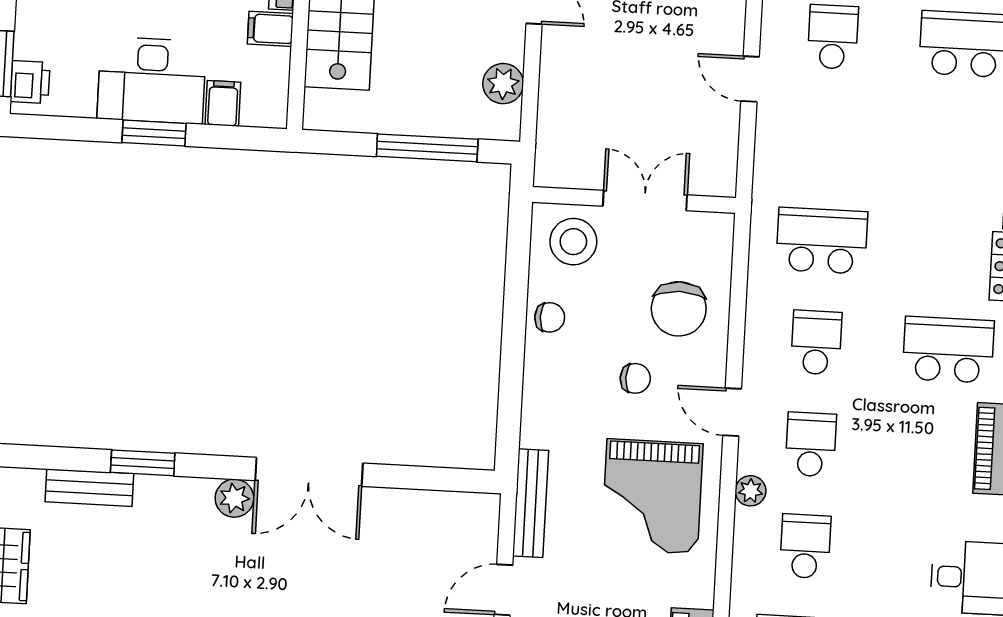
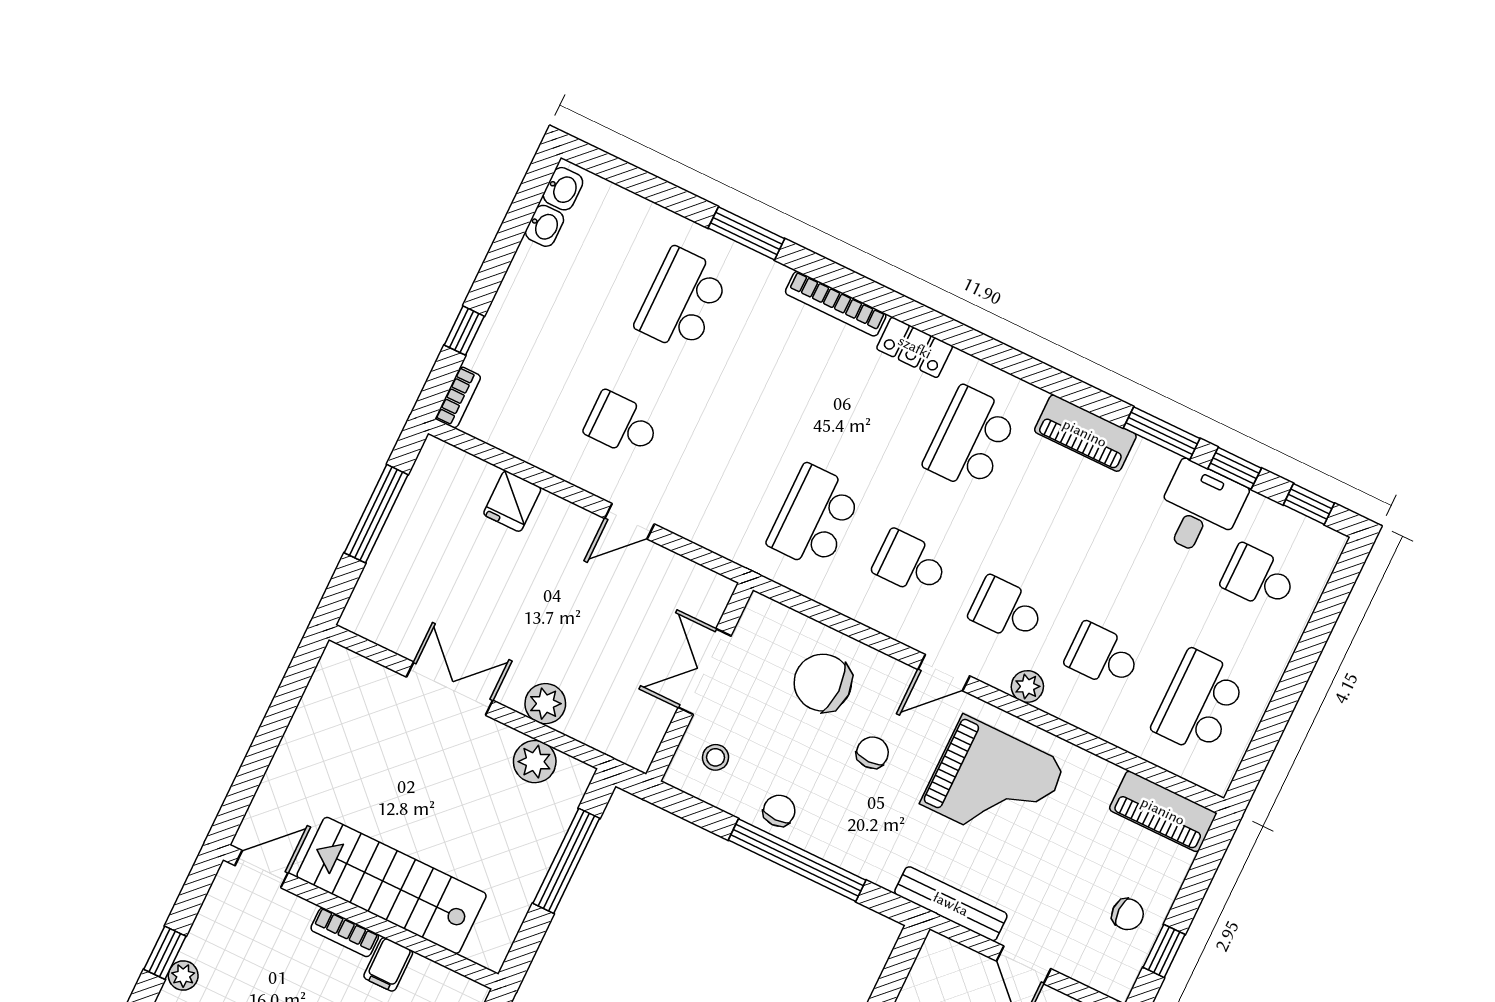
plant: (558, 72) -> (545, 704), added
stool: (573, 242) -> (716, 757), width x0.53, depth x0.53
chair: (679, 309) -> (823, 683), turned 180
window: (513, 351) -> (797, 860), added

